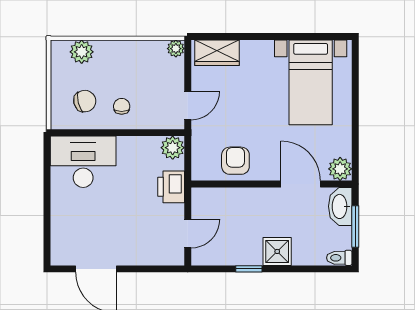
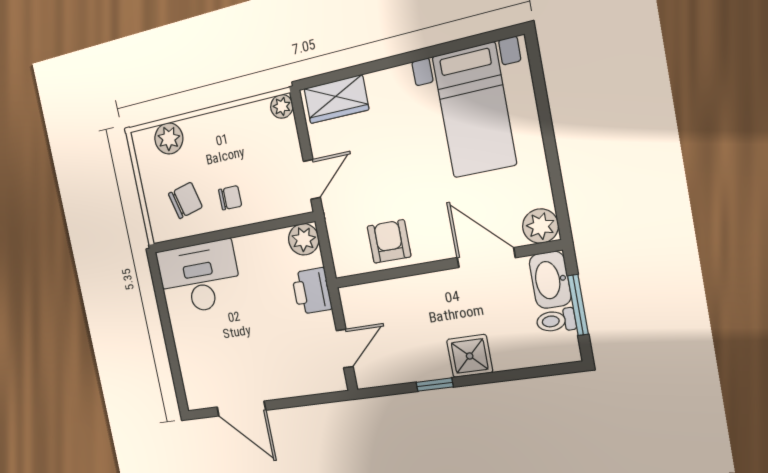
chair: (122, 106) -> (230, 198), turned 90
toilet: (339, 258) -> (556, 321), moved

